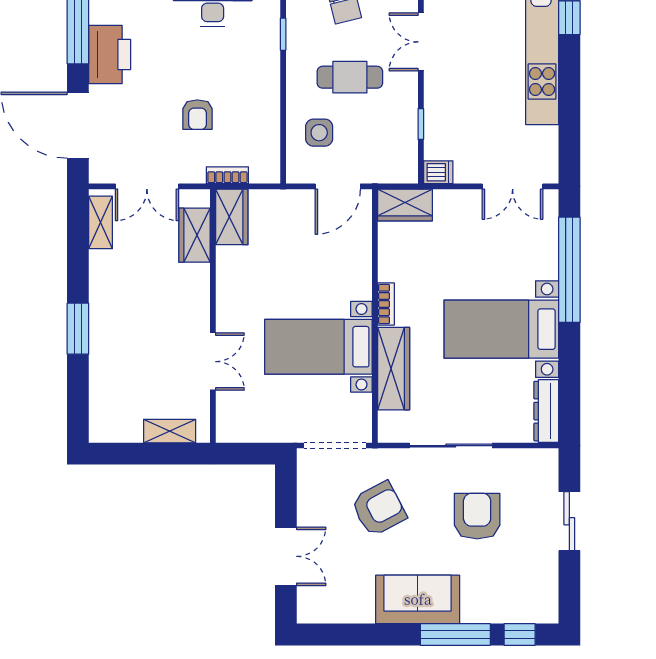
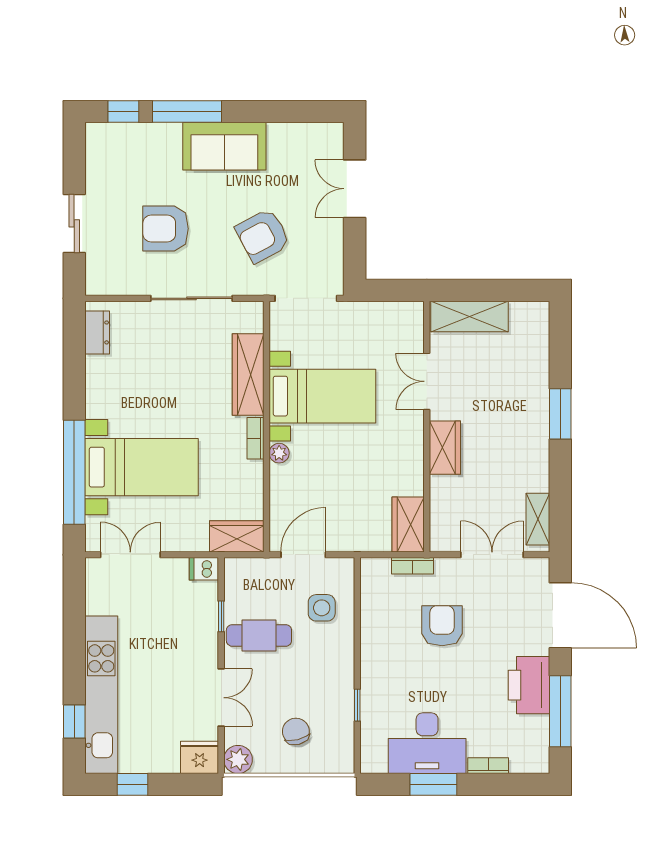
cafe table: (350, 77) -> (259, 635), moved
armchair: (197, 115) -> (442, 626), width x1.38, depth x1.38
wardrobe: (195, 235) -> (445, 448), moved
plant: (362, 289) -> (279, 453), added
bed with nightstands: (501, 329) -> (142, 467), moved
dresser: (546, 411) -> (97, 332), width x0.70
shelving: (170, 431) -> (470, 317), width x1.50, depth x1.33
armchair: (477, 516) -> (165, 229), turned 90

